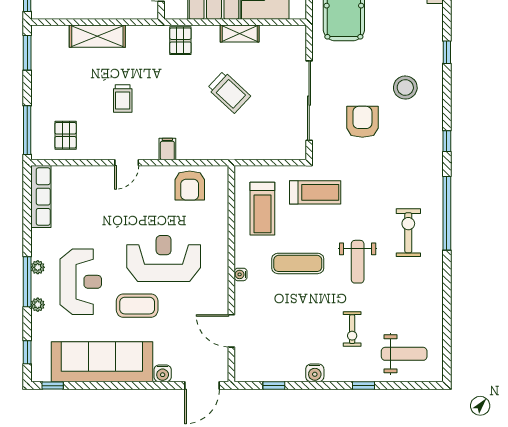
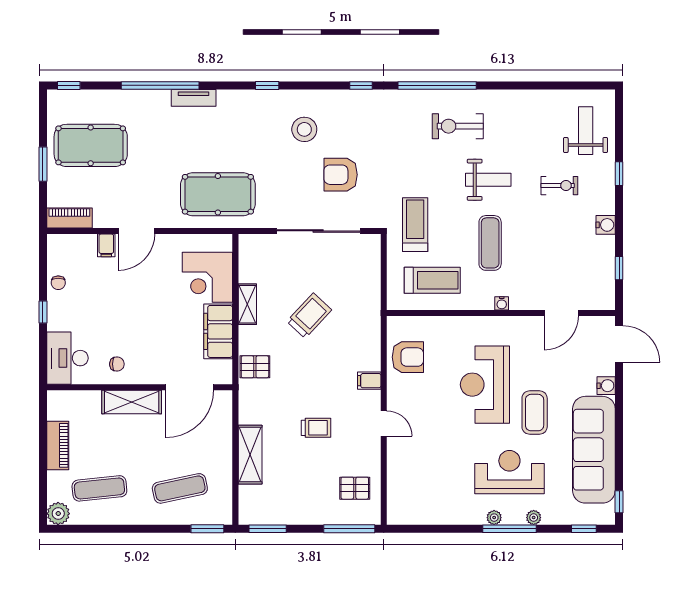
row of seats: (41, 197) -> (419, 514), removed

